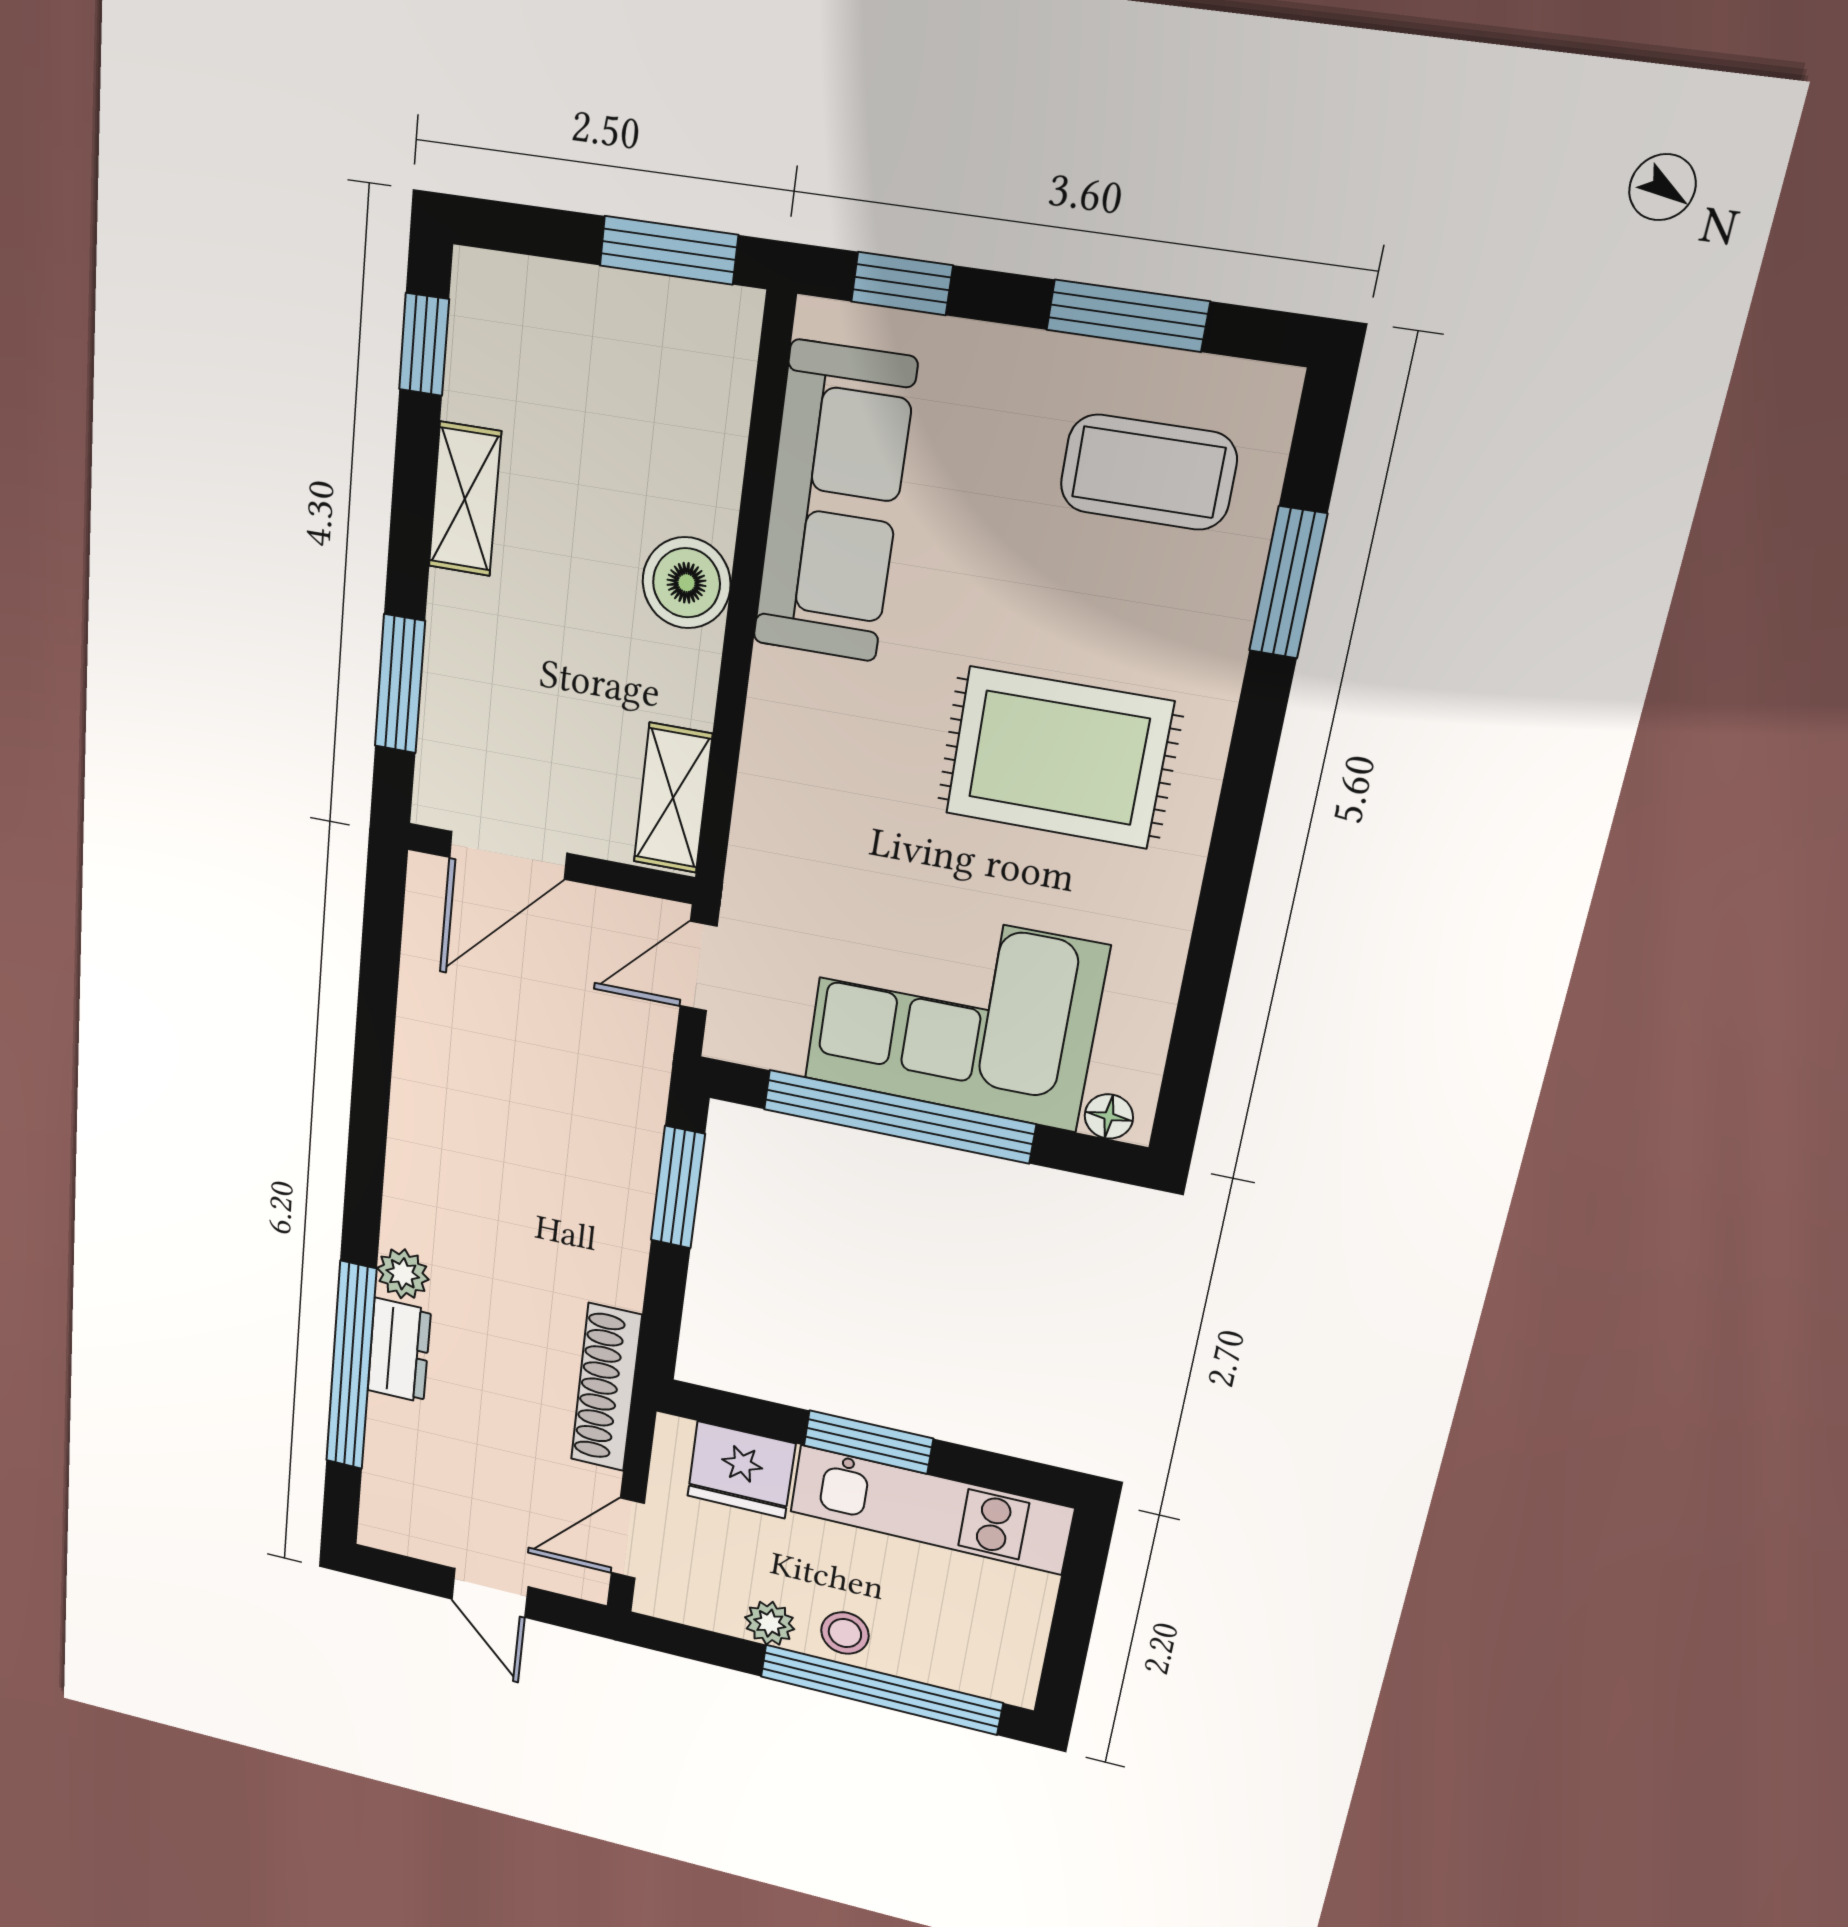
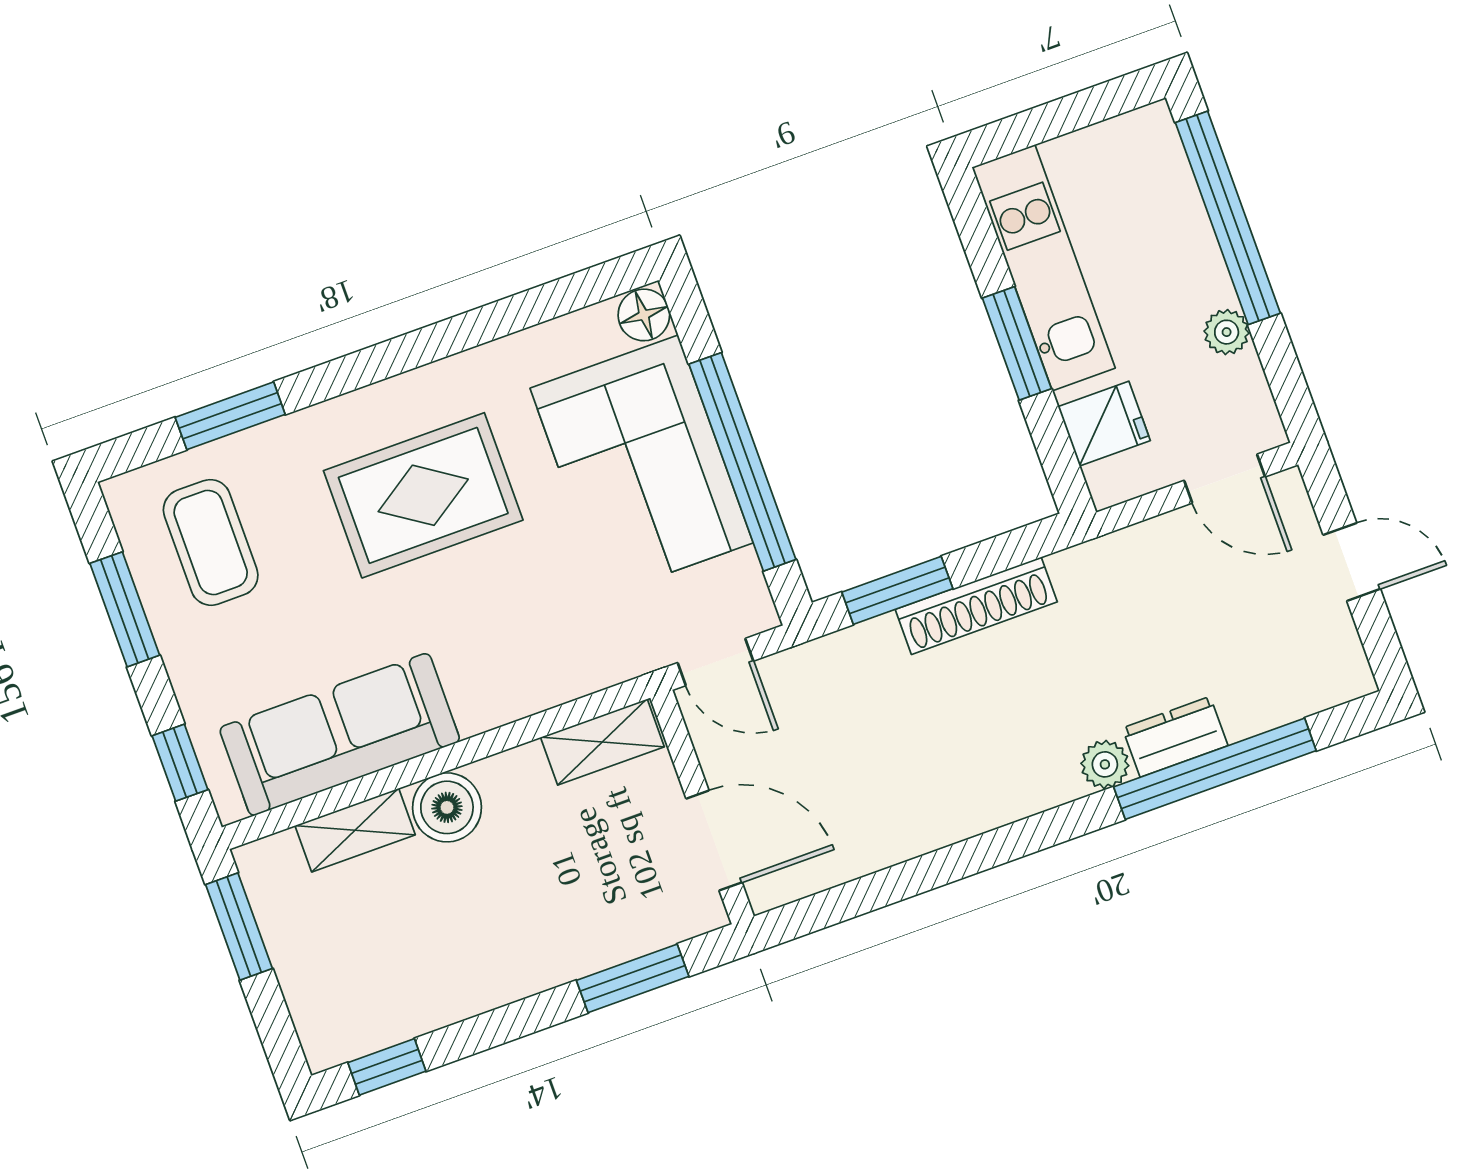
shelving: (465, 499) -> (355, 830), moved
rug: (1059, 758) -> (423, 495), turned 90
floor lamp: (1109, 1116) -> (644, 315), width x1.37, depth x1.37
shoe rack: (606, 1388) -> (976, 606), moved
fridge: (741, 1470) -> (1104, 424), width x0.72
door: (490, 1593) -> (1352, 562), hinge flipped
stool: (845, 1633) -> (1196, 272), removed

